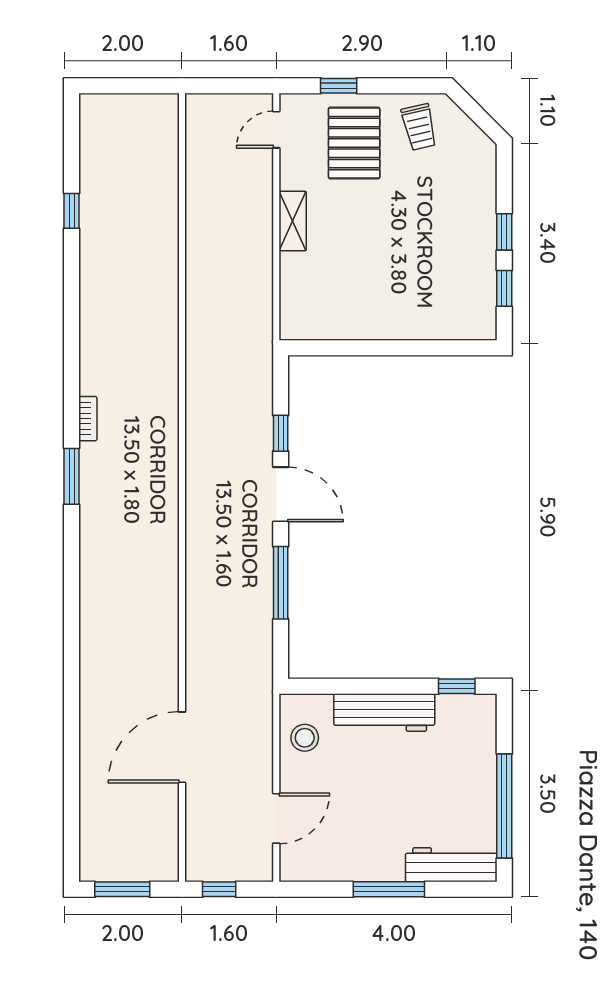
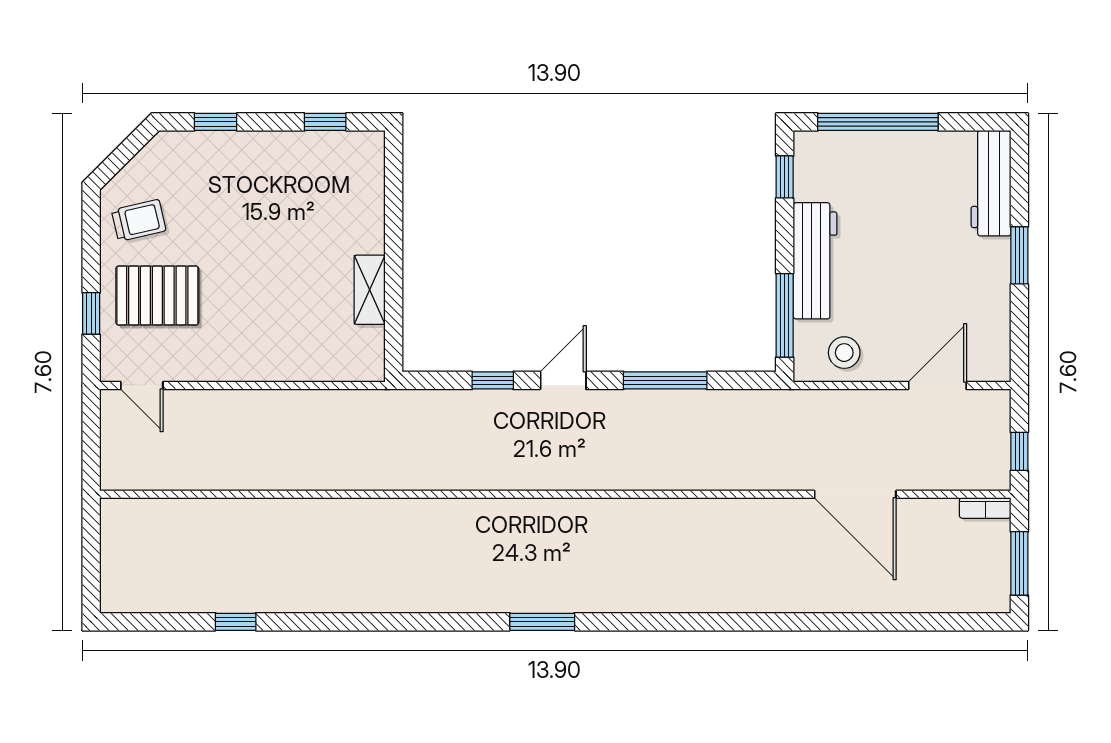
shelving: (293, 221) -> (370, 290), moved, turned 90
window: (504, 232) -> (216, 122), moved
bookcase: (88, 419) -> (985, 508), moved, turned 180
door: (281, 494) -> (563, 380), width x0.73
window: (337, 686) -> (785, 315), added
window: (504, 806) -> (878, 122), moved
door: (276, 818) -> (937, 385), hinge flipped
window: (389, 889) -> (1019, 255), width x0.69

